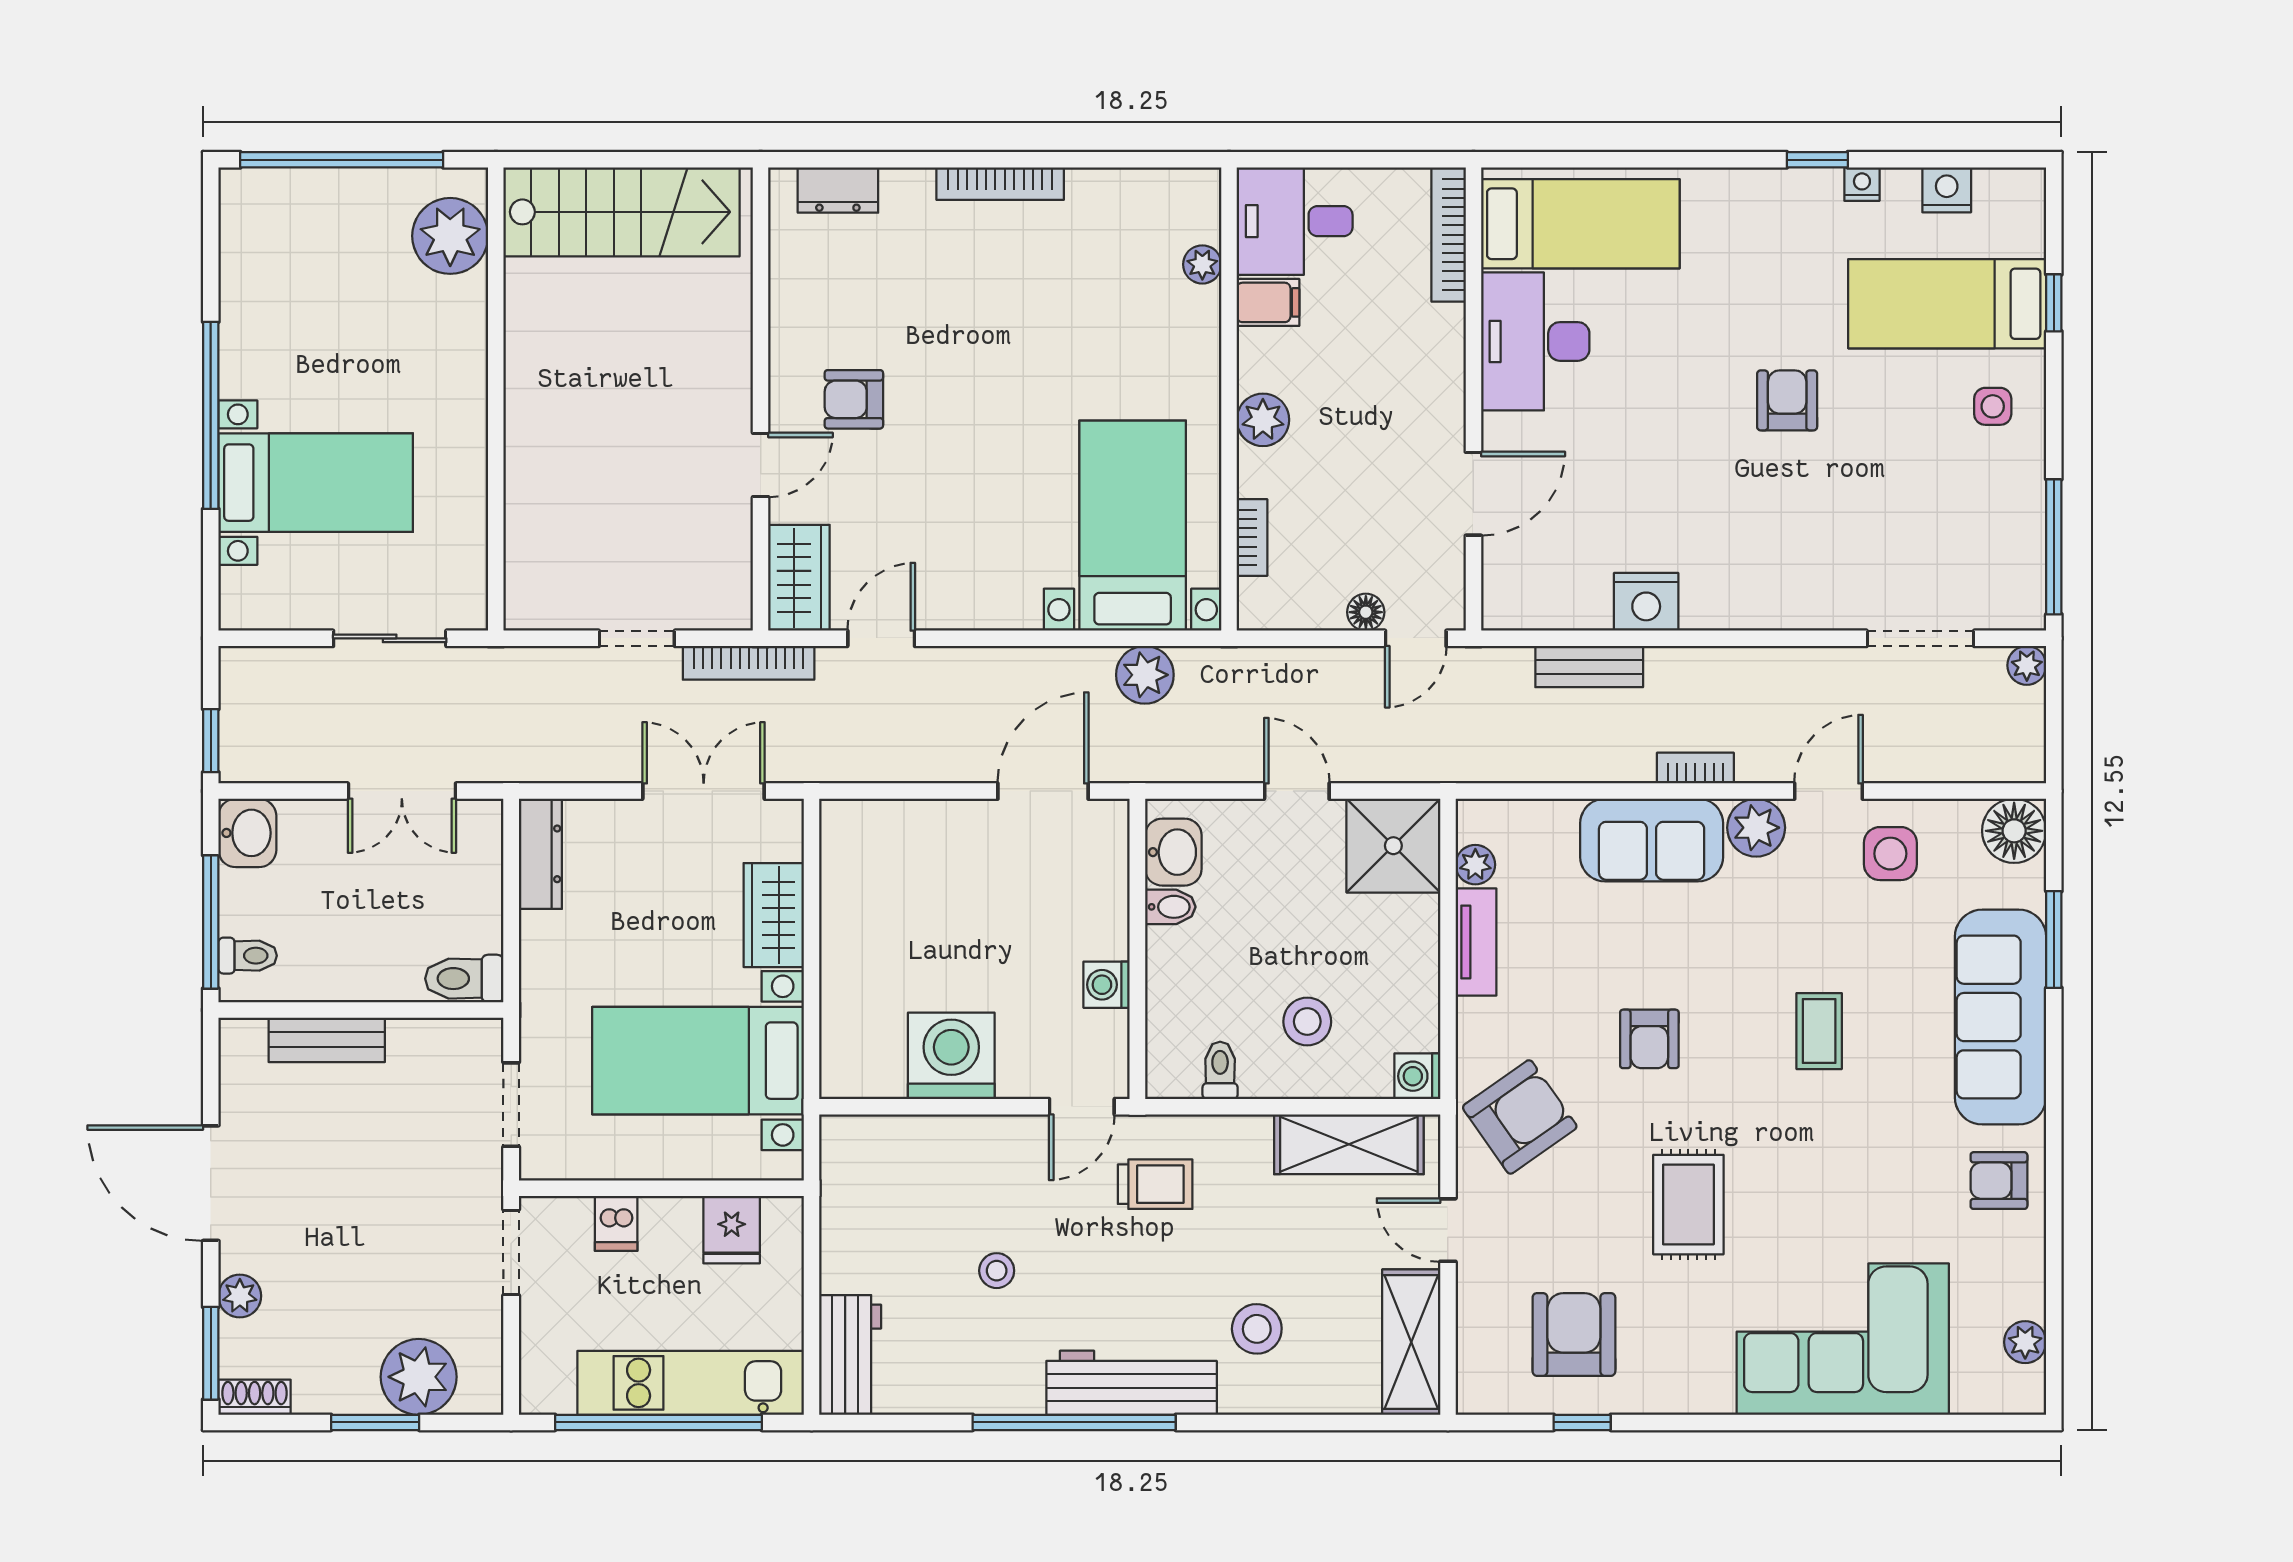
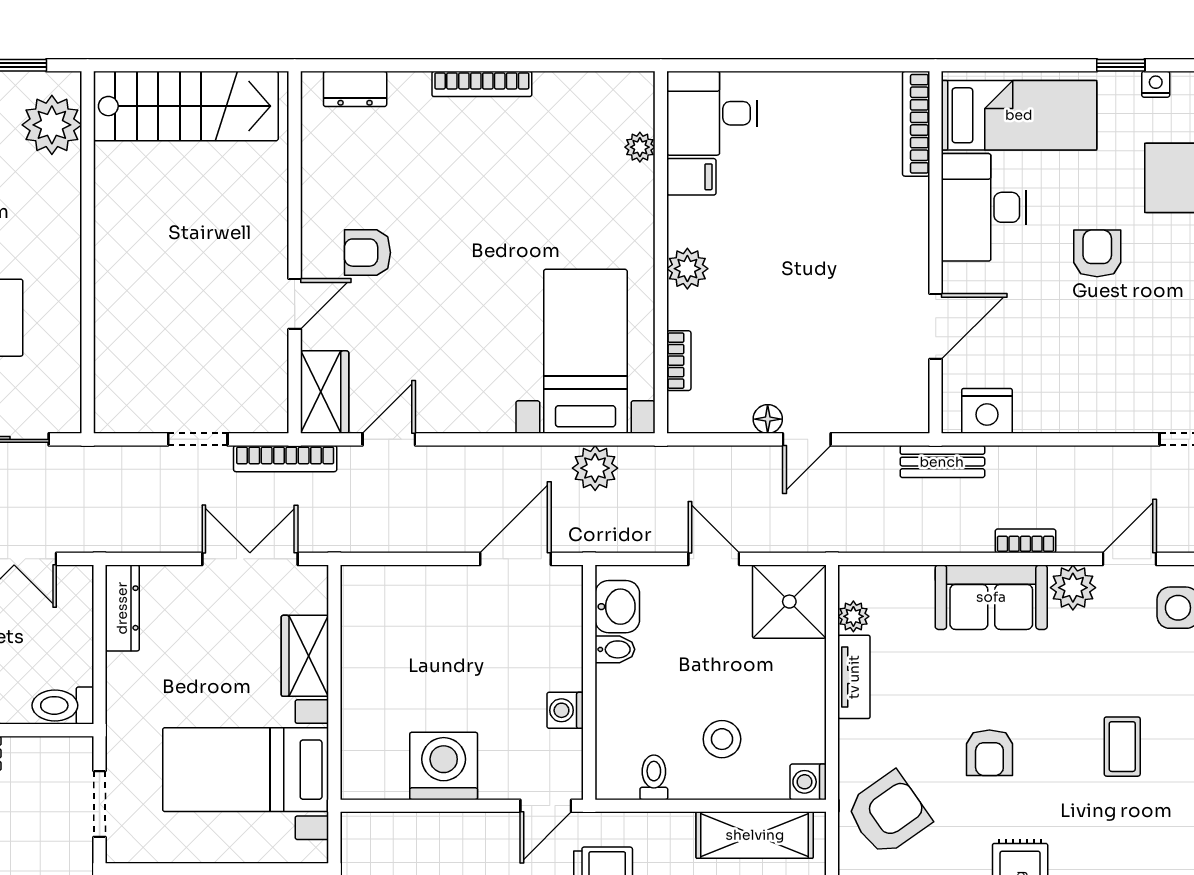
bed: (1580, 224) -> (1019, 115), moved
bookcase: (1449, 235) -> (916, 124), moved
desk: (1535, 341) -> (984, 207), moved
wall: (1473, 399) -> (936, 252), moved
door: (1473, 494) -> (936, 326), moved

